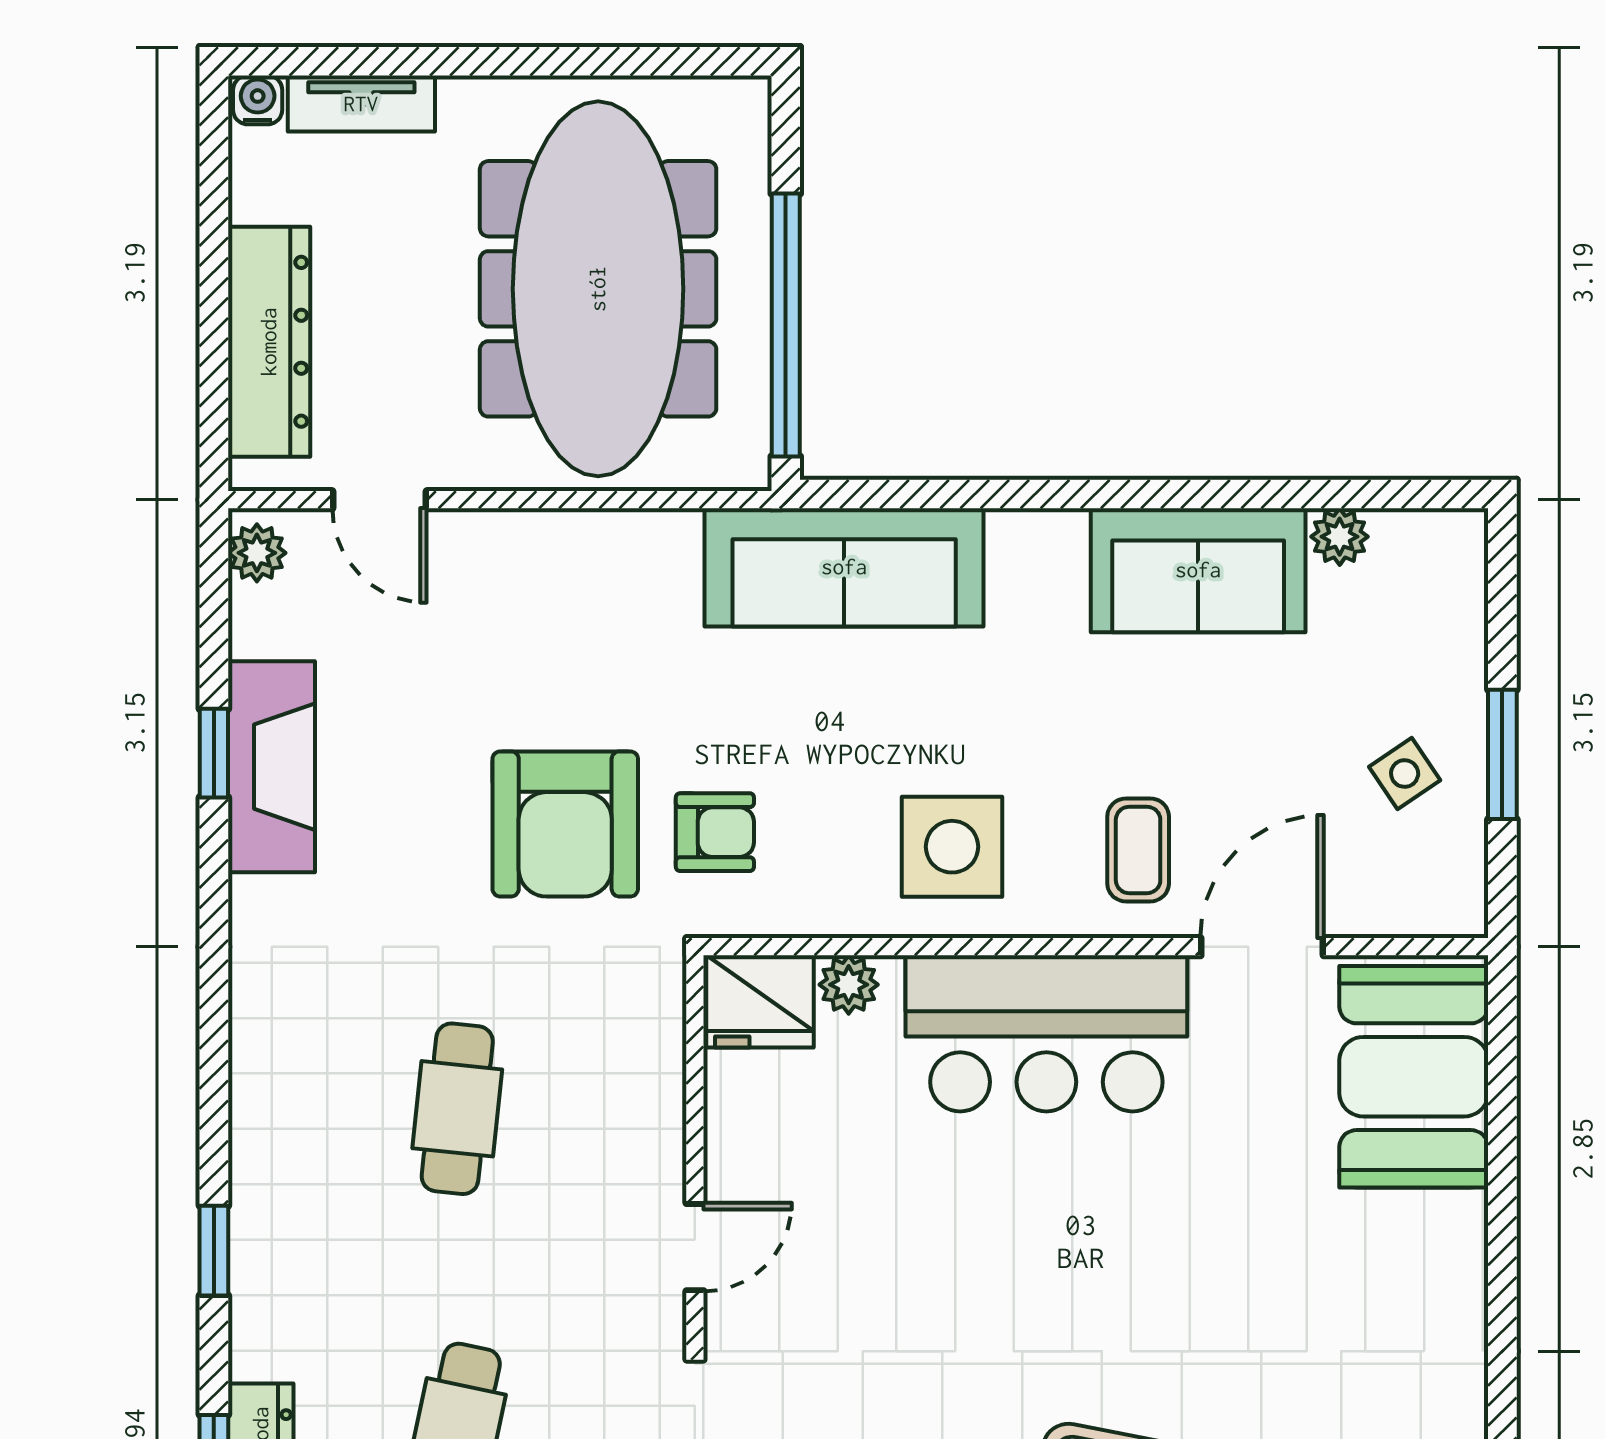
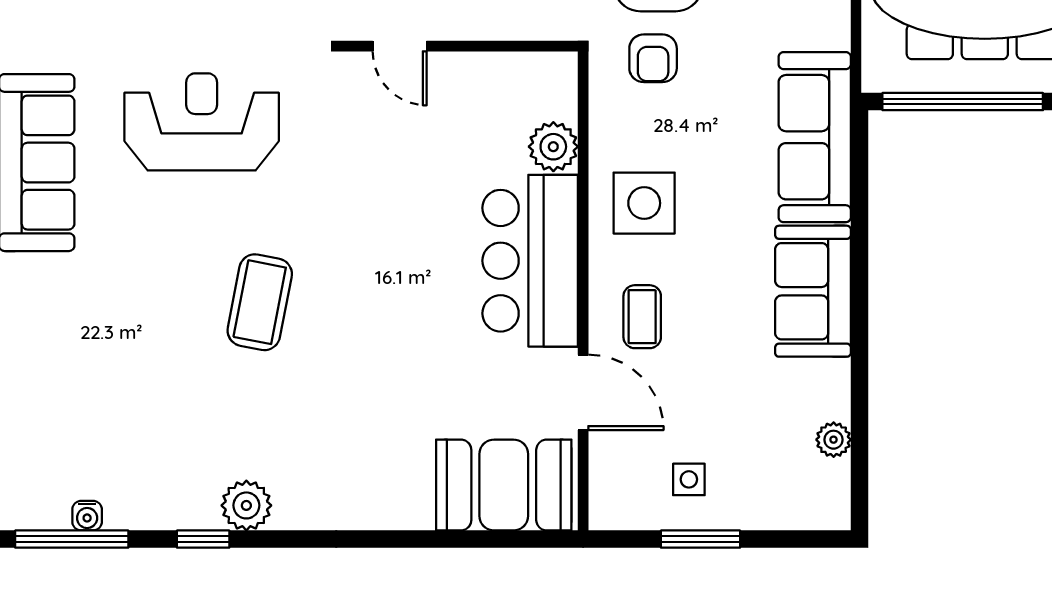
sofa: (1198, 570) -> (813, 291), moved
side table: (1405, 774) -> (689, 479), turned 34
coffee table: (1138, 850) -> (642, 317), turned 90
plant: (849, 985) -> (553, 147), width x1.38, depth x1.38
fridge: (760, 1001) -> (550, 86), removed

